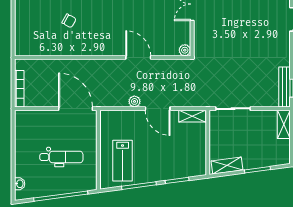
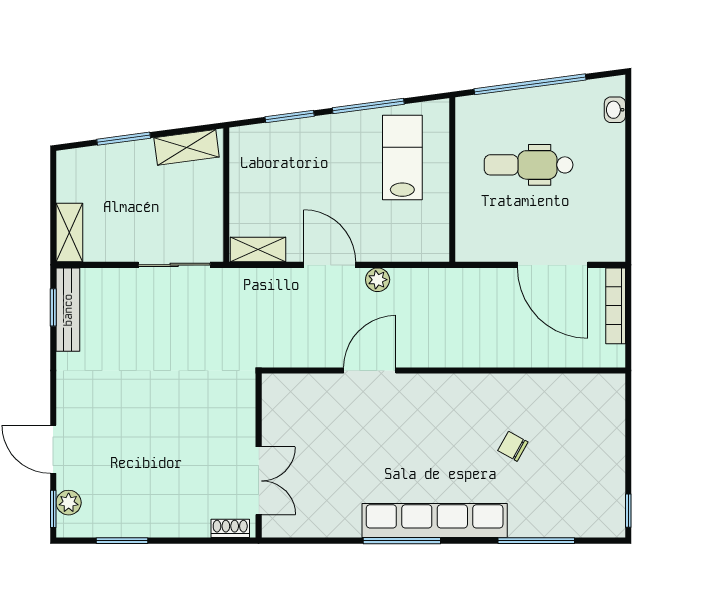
plant: (185, 50) -> (274, 386), removed
door: (138, 58) -> (370, 370), swing flipped
door: (76, 109) -> (553, 265), moved

